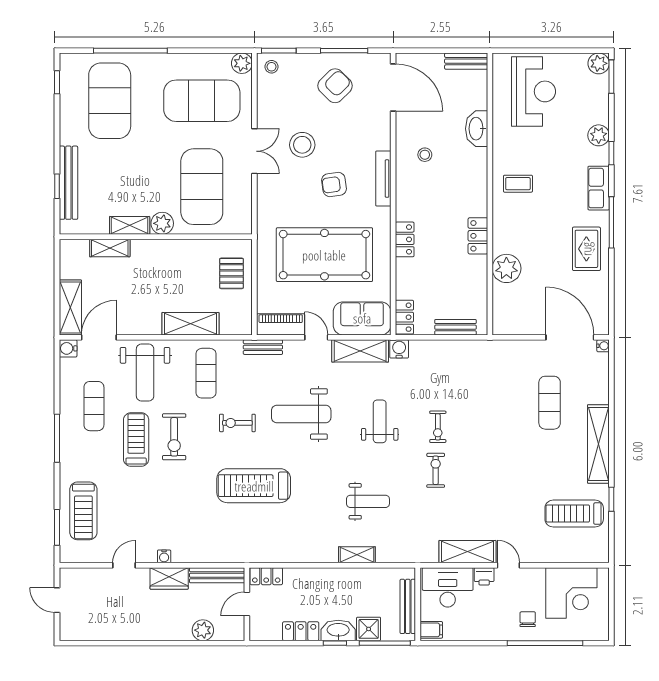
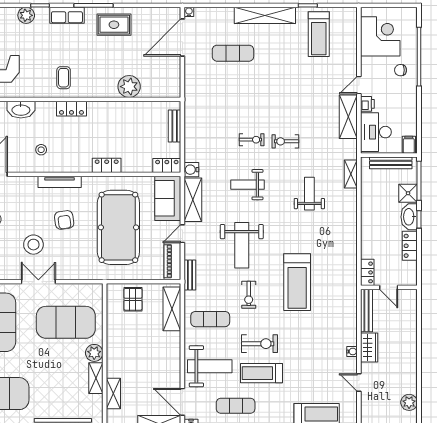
locker: (478, 236) -> (71, 109), moved
pallet: (231, 273) -> (133, 299), turned 90
shelving: (190, 324) -> (172, 309), moved
shelving: (357, 555) -> (351, 174), moved
plant: (203, 630) -> (409, 402), moved

